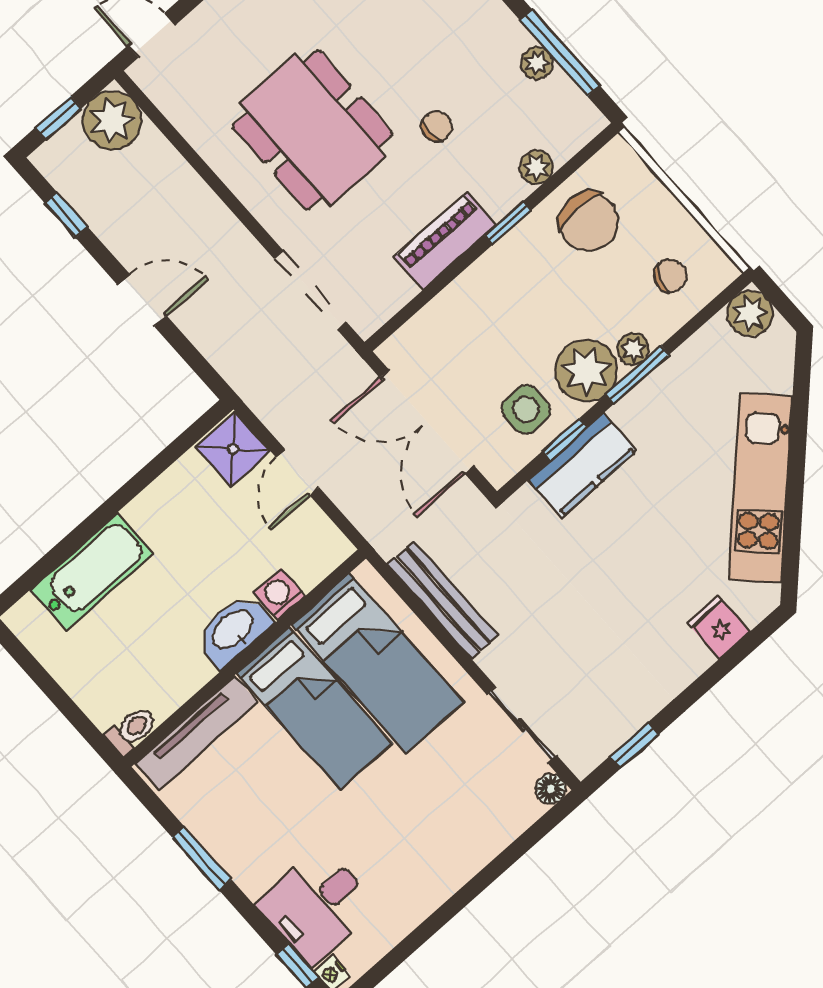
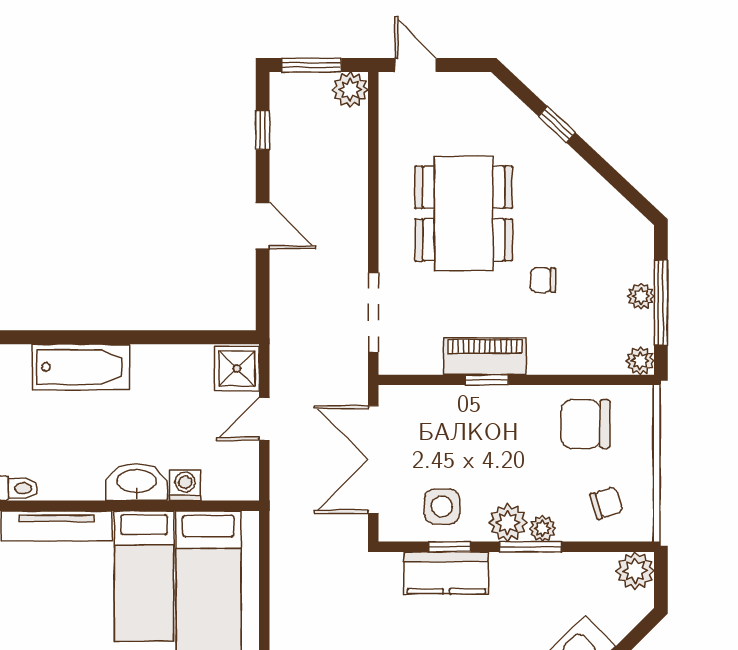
window: (58, 118) -> (311, 65), width x1.50
plant: (112, 120) -> (350, 90), width x0.73, depth x0.73
chair: (437, 126) -> (543, 280), turned 180
plant: (536, 167) -> (640, 361), moved
chair: (589, 222) -> (585, 424), turned 90
window: (508, 223) -> (487, 380), moved
chair: (670, 276) -> (606, 503), turned -39
plant: (586, 371) -> (508, 523), width x0.73, depth x0.73
bench: (443, 600) -> (284, 579), removed

